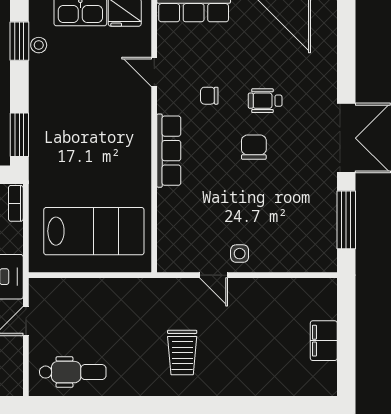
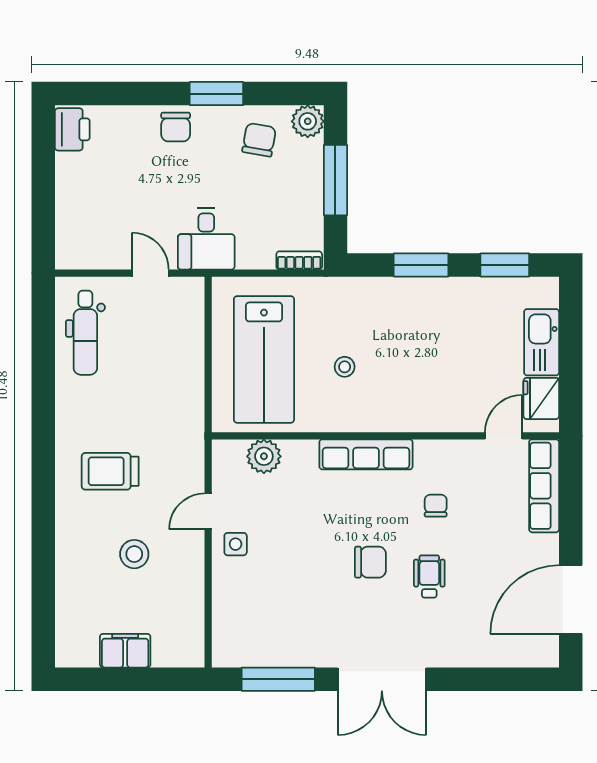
stool: (39, 45) -> (345, 367), moved
door: (154, 72) -> (504, 436), moved
window: (19, 135) -> (421, 265), moved
plant: (170, 231) -> (264, 456), added
stool: (247, 333) -> (134, 554), added

